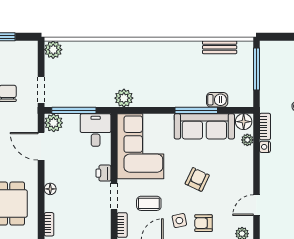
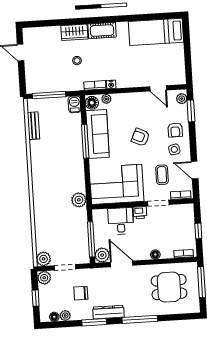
plant: (30, 49) -> (44, 278), added
doorway: (41, 90) -> (65, 267), moved
barbecue: (217, 100) -> (74, 104), moved
desk: (96, 130) -> (121, 221), moved, turned 90
door: (41, 146) -> (122, 264), swing flipped

